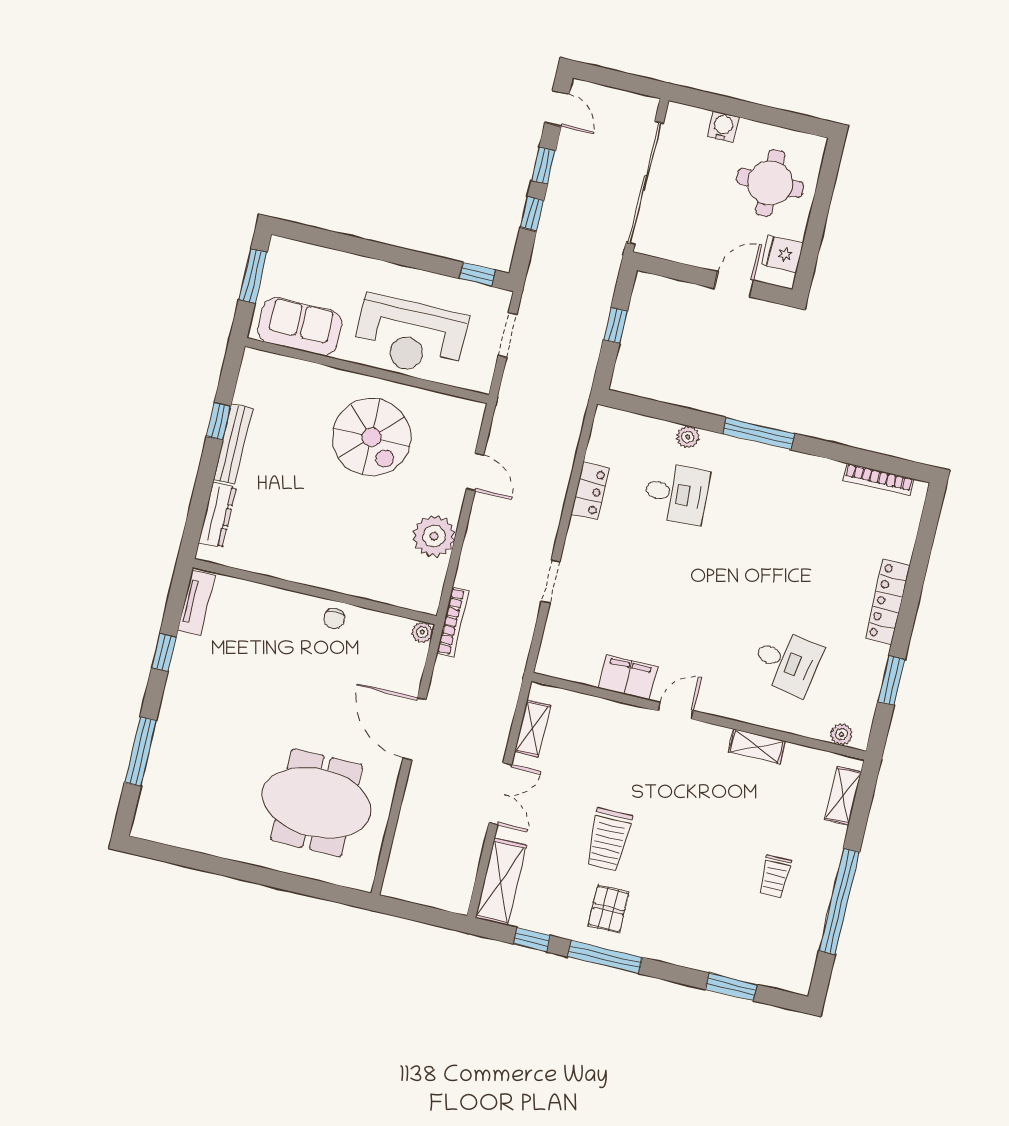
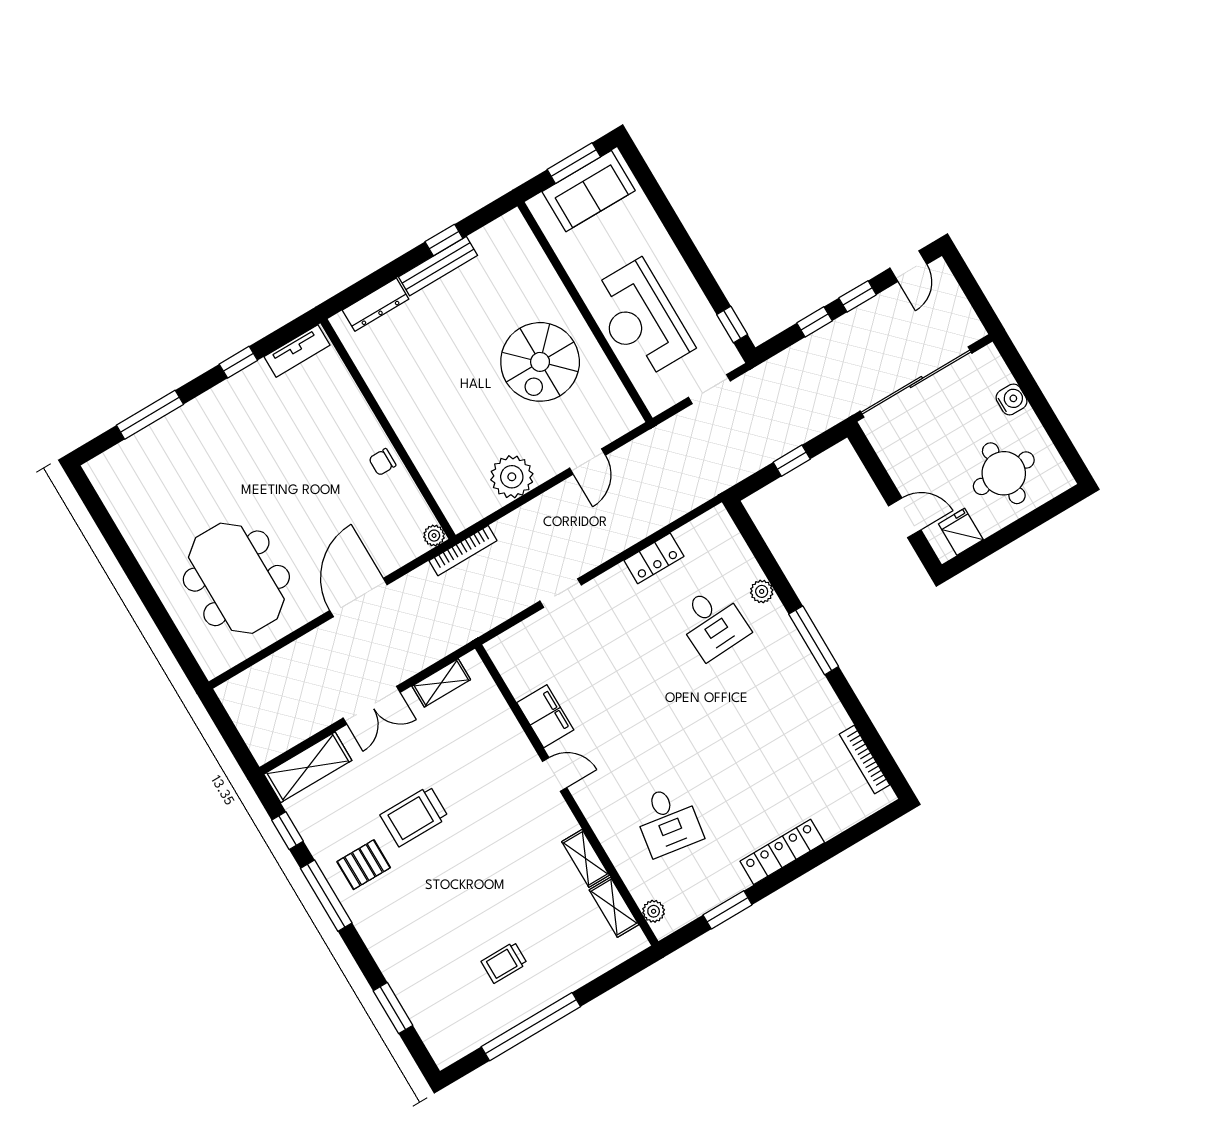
sofa: (300, 327) -> (589, 191), moved, turned 90
shelving: (843, 796) -> (614, 907), moved, turned 90

